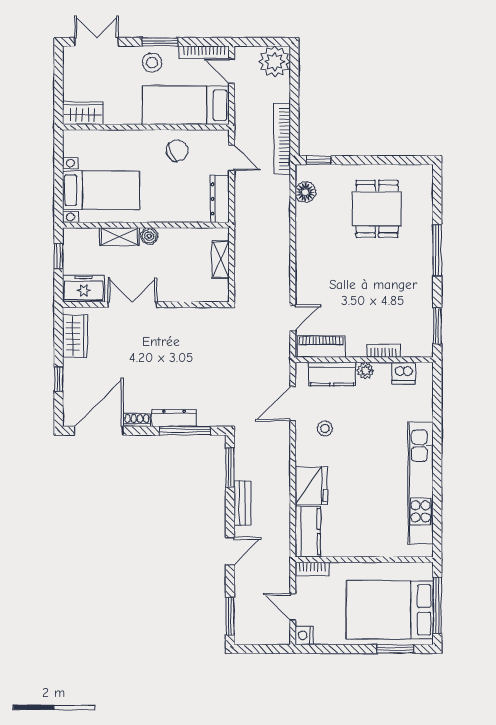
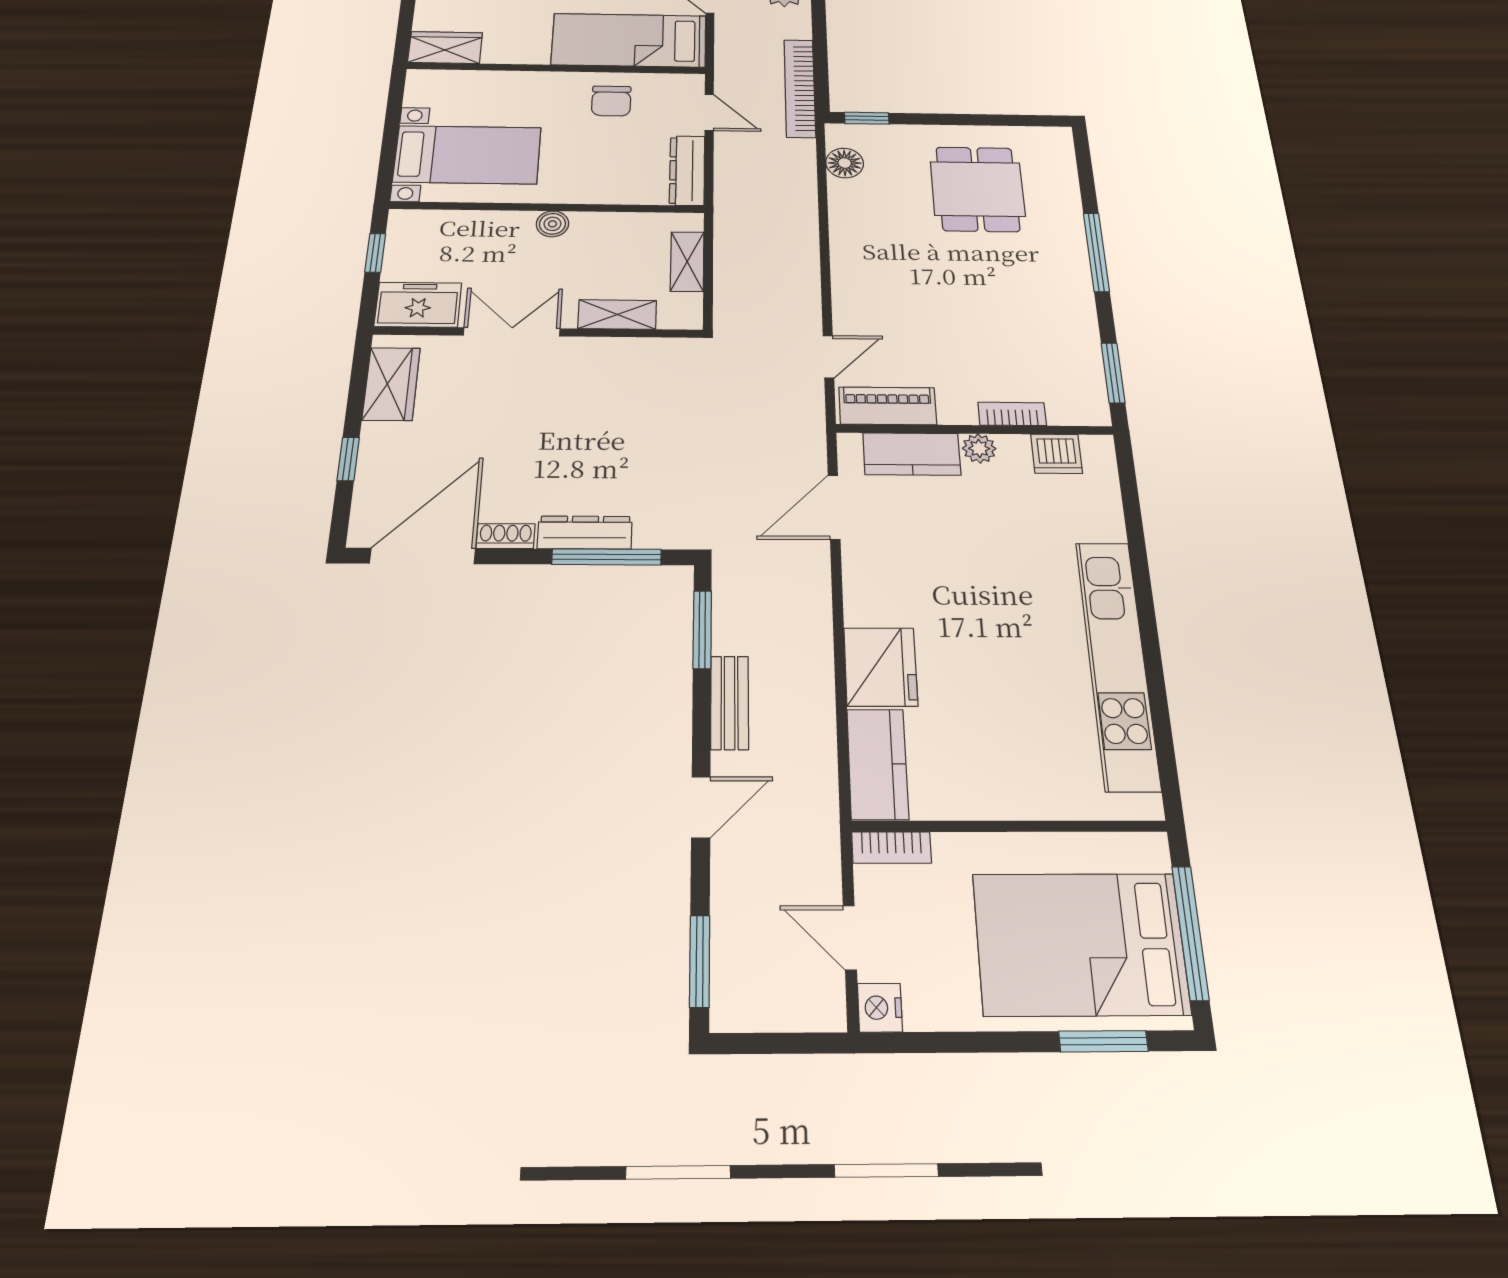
chair: (177, 151) -> (611, 101), turned 114
shelving: (119, 236) -> (617, 314), moved
stool: (325, 428) -> (903, 554), removed

